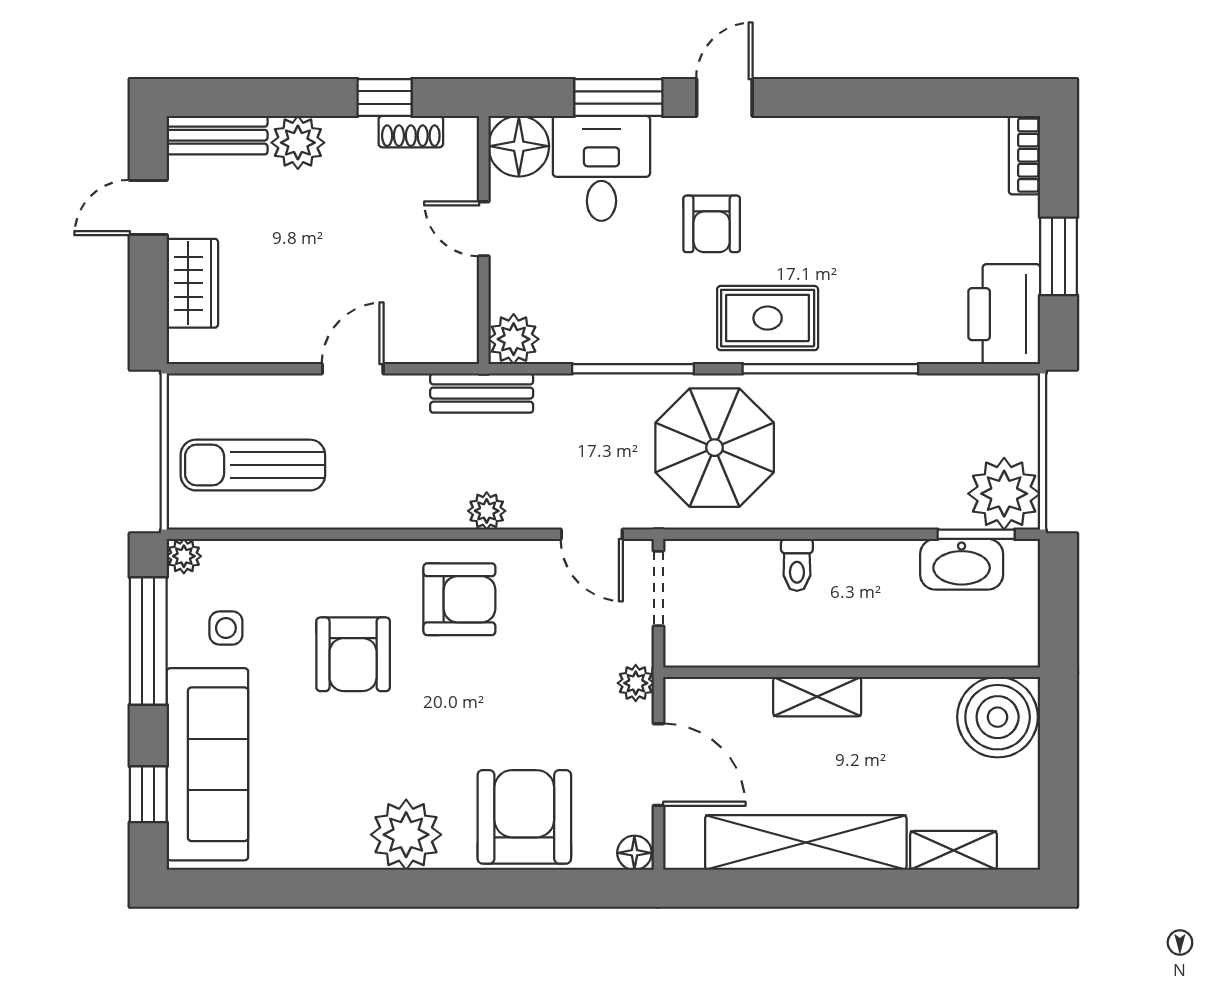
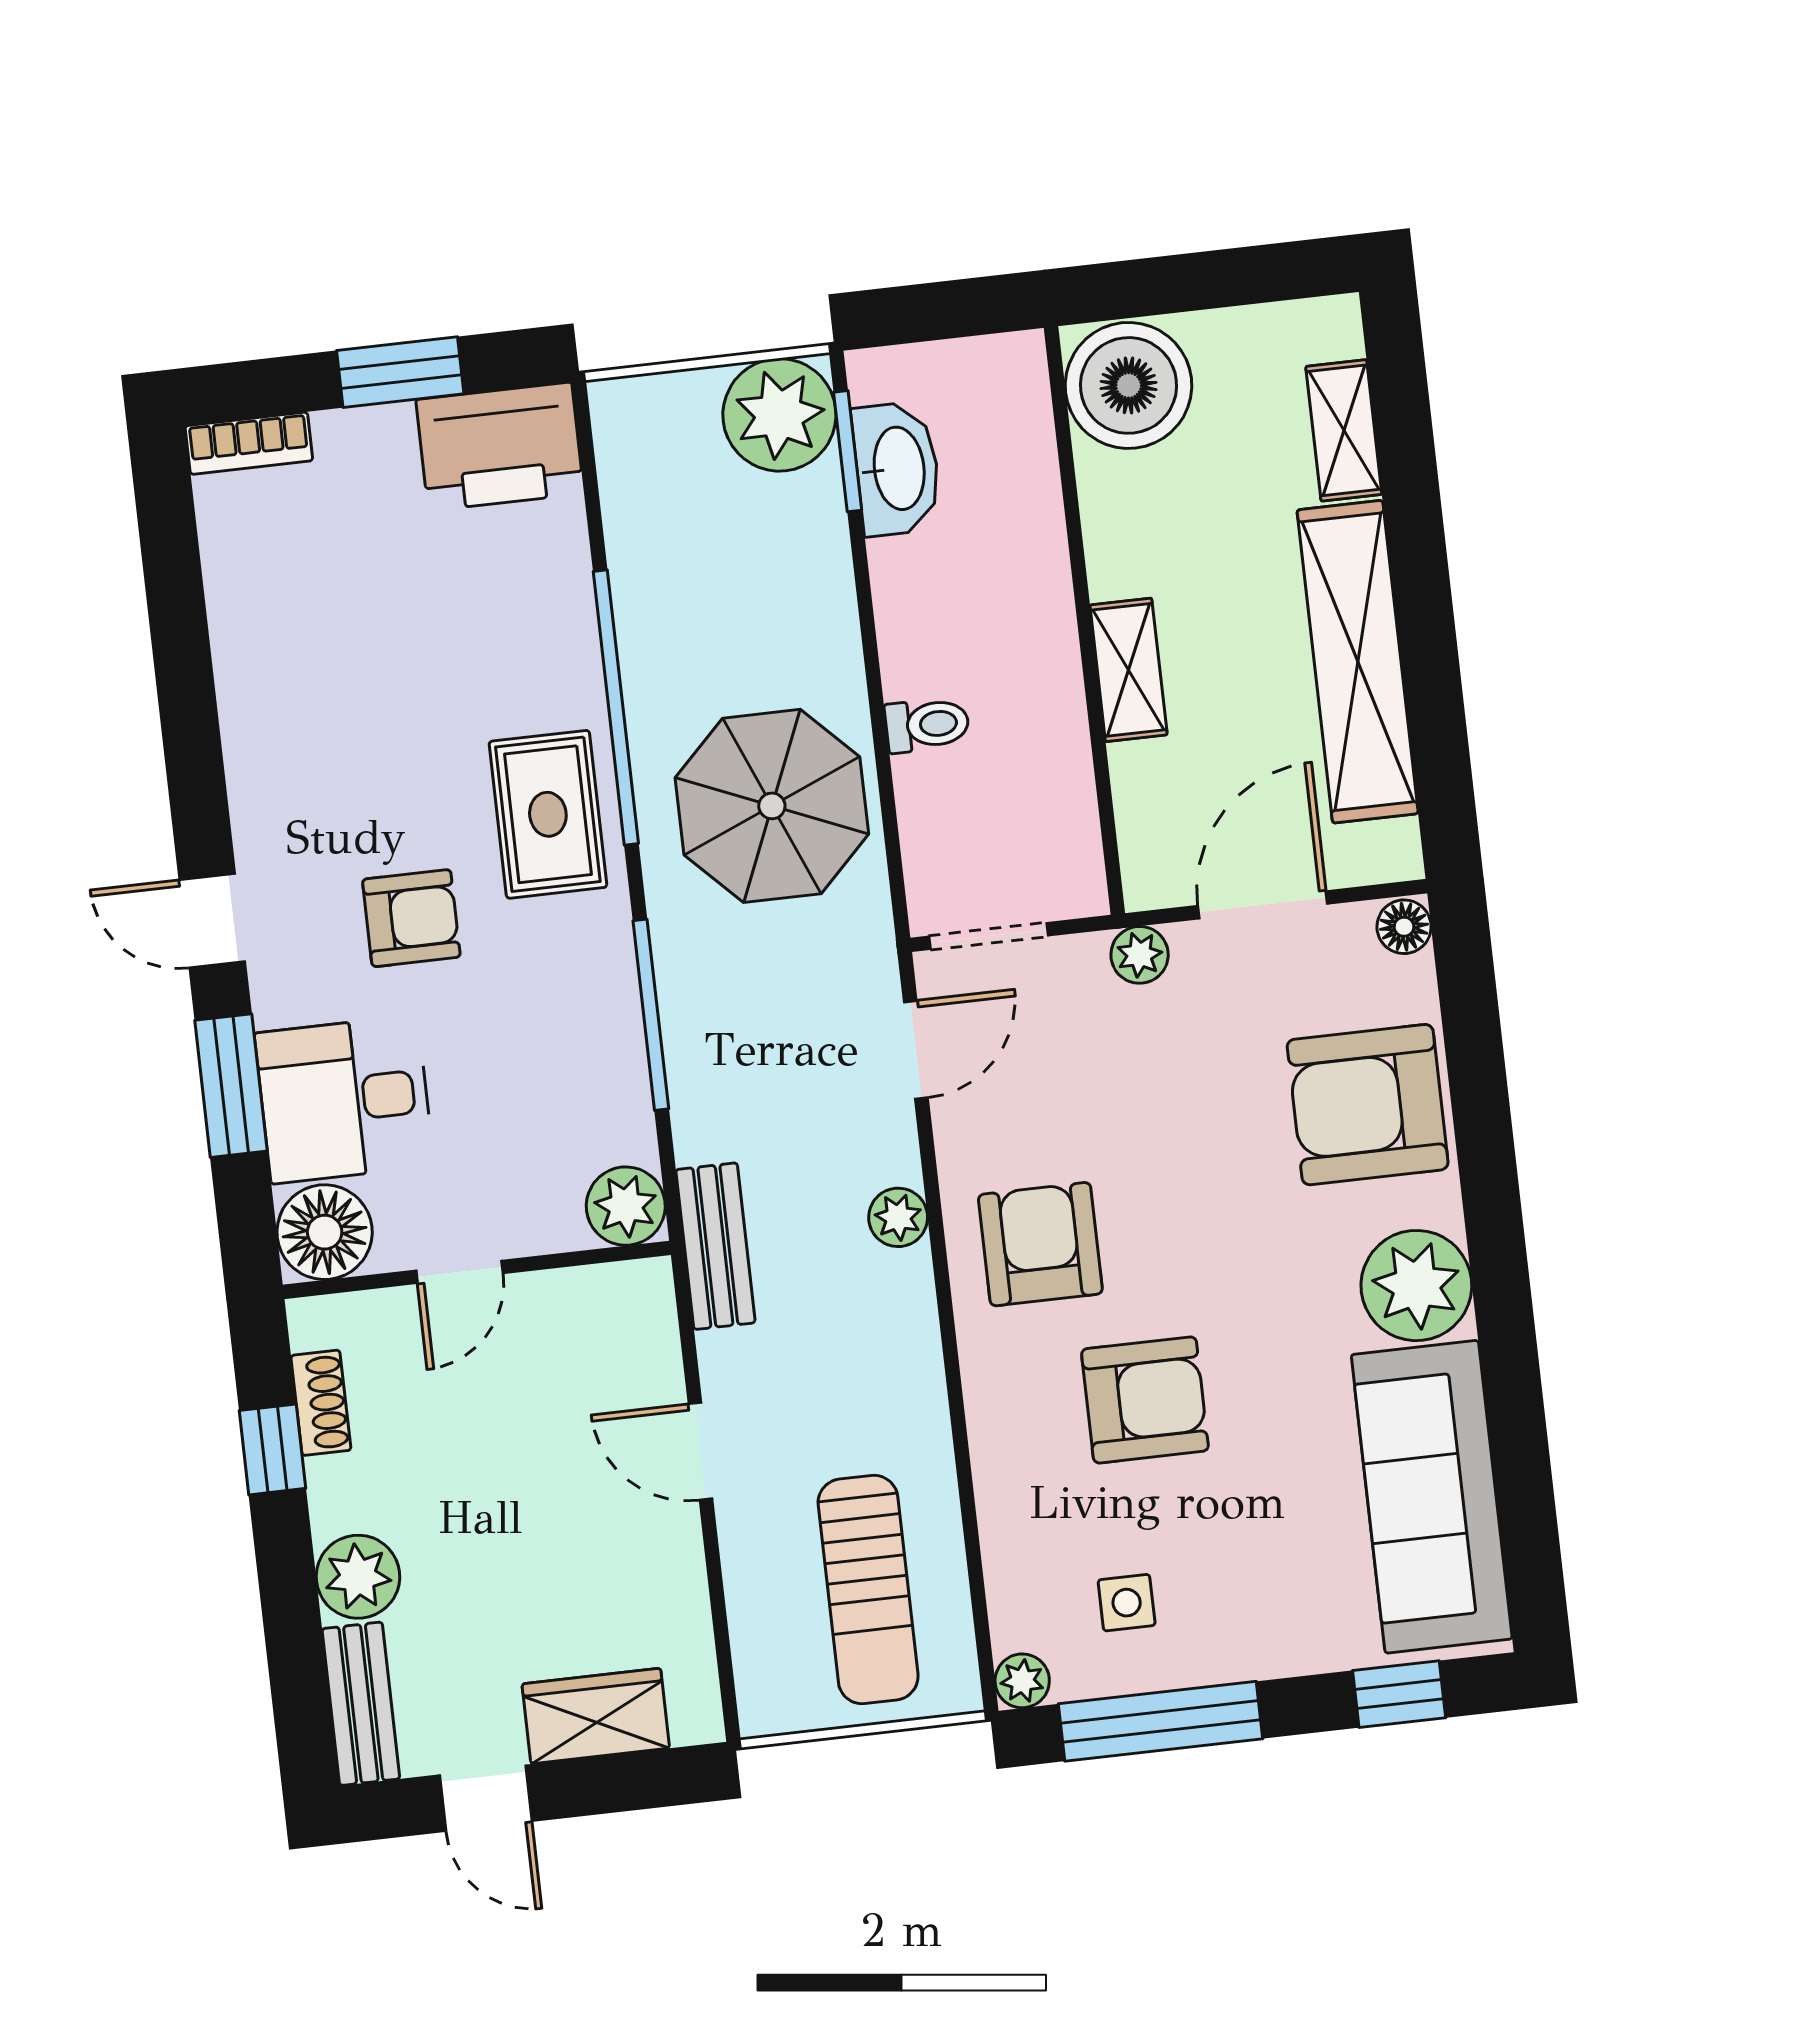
parasol: (715, 448) -> (772, 806), moved
sofa: (207, 764) -> (1432, 1497), moved, turned -90

